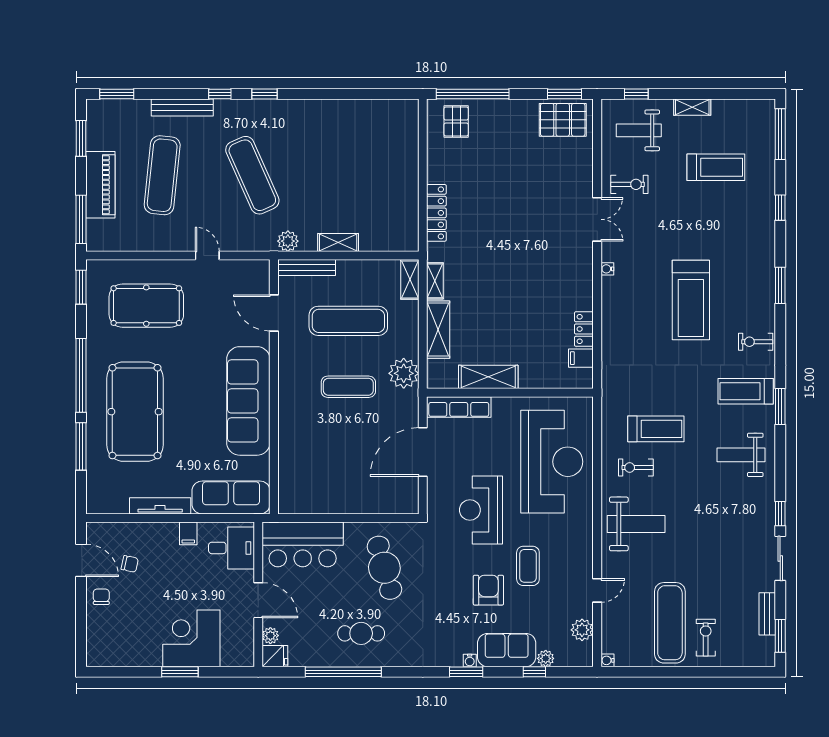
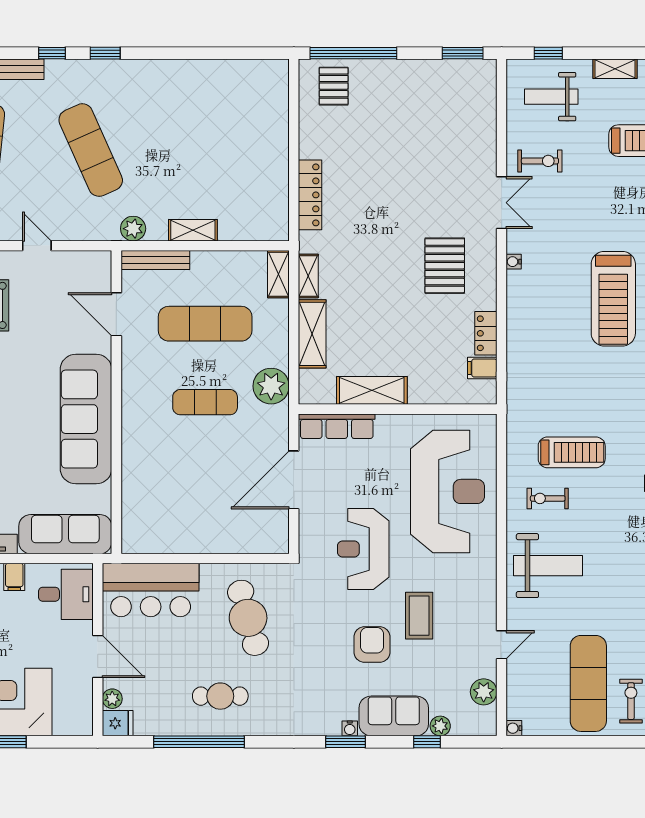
pallet: (563, 120) -> (445, 266), moved, turned 90

